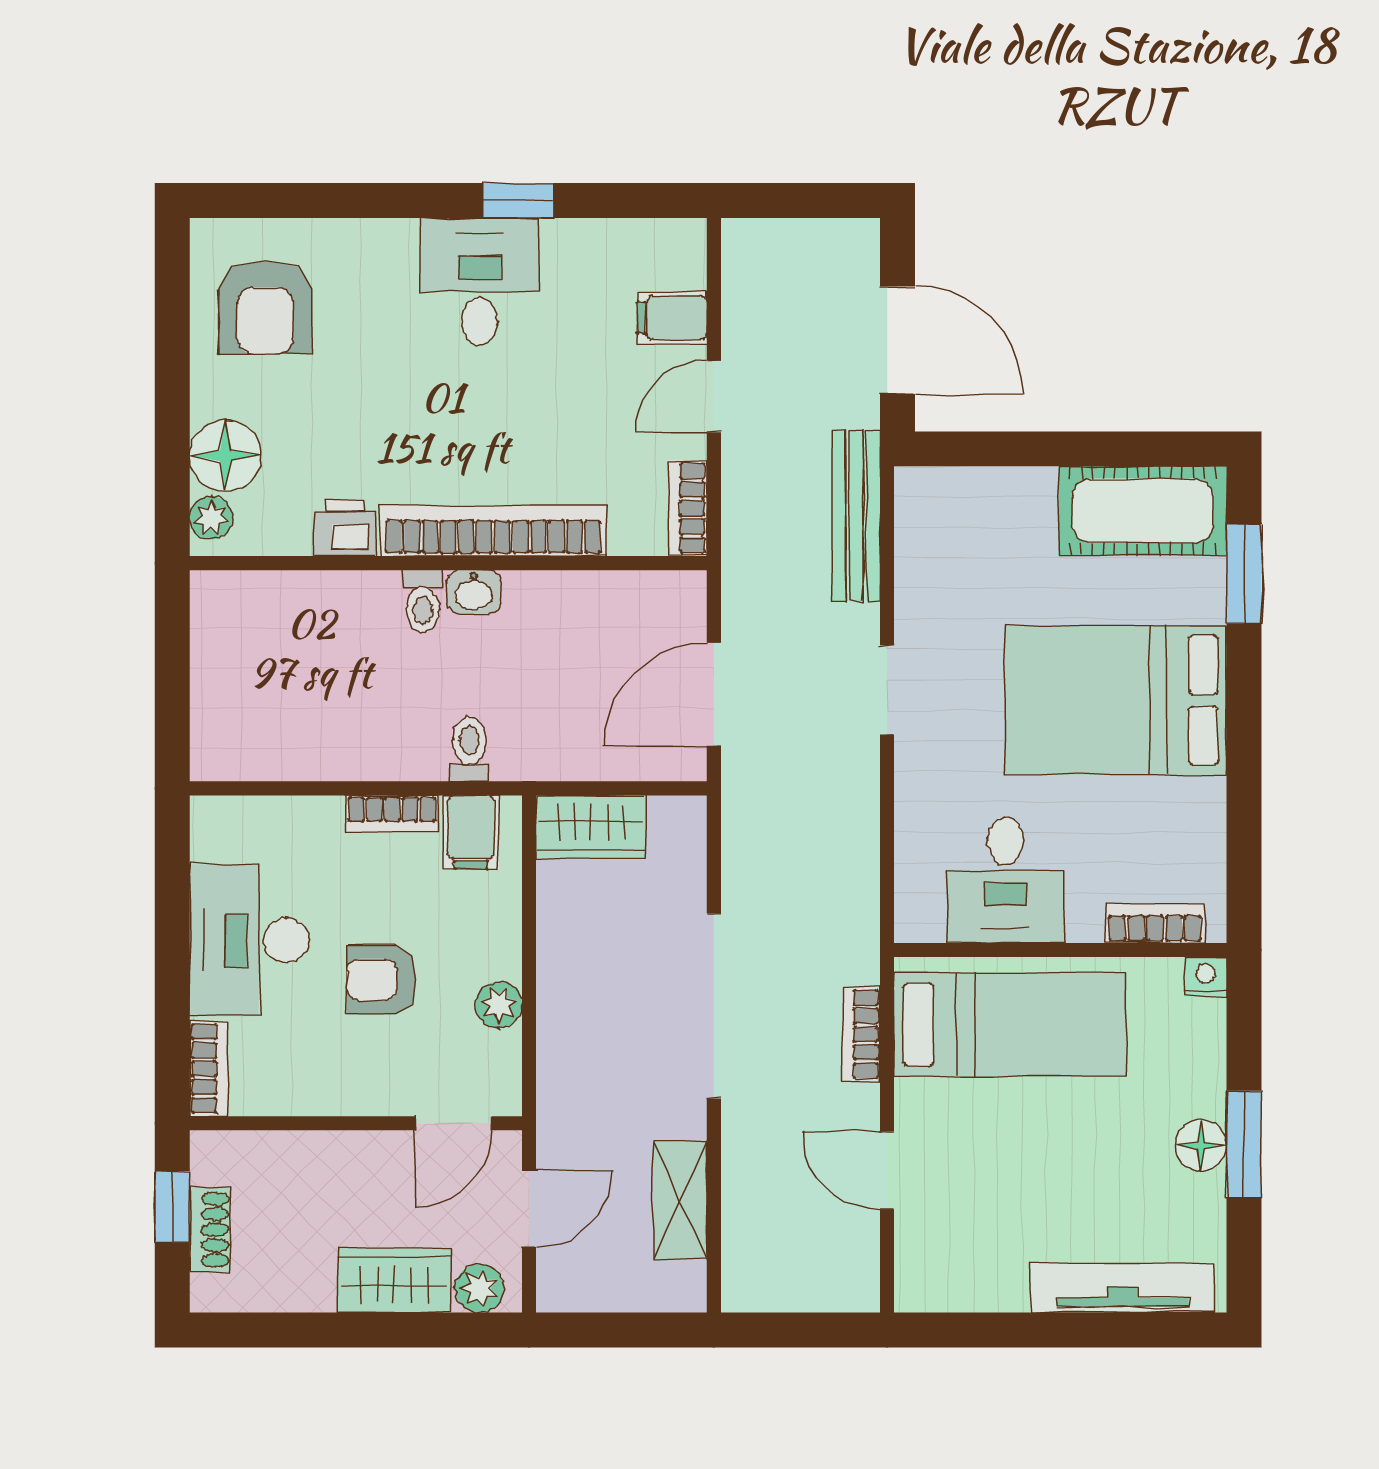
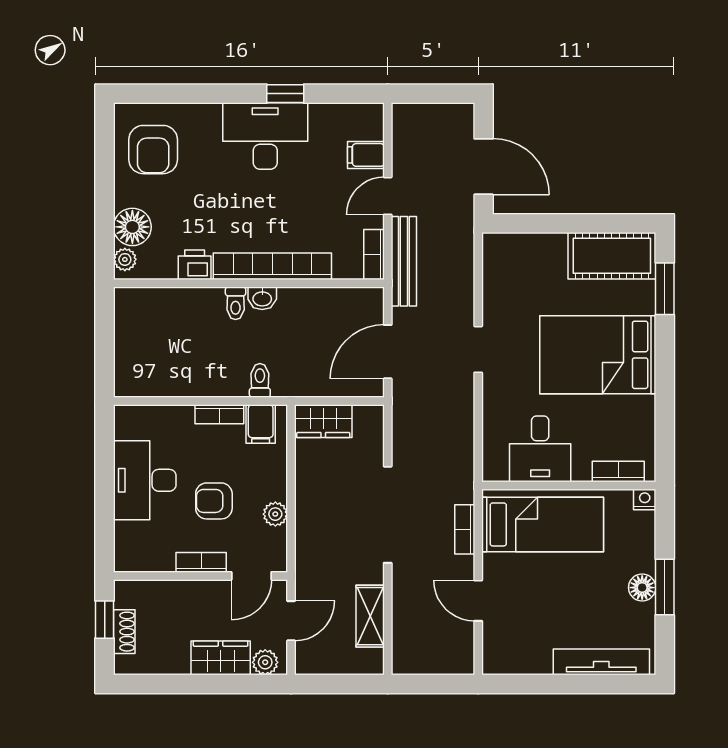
desk: (480, 282) -> (265, 136), width x1.37
bench: (856, 516) -> (404, 261), moved
bookcase: (209, 1069) -> (201, 562), moved, turned -90

